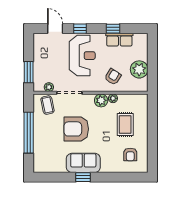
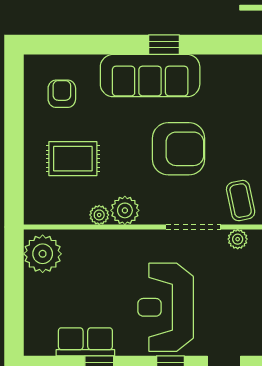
plant: (139, 69) -> (43, 254), moved
armchair: (113, 77) -> (100, 261), removed
rug: (125, 124) -> (73, 159), turned 90
sofa: (83, 163) -> (150, 76), width x1.36

